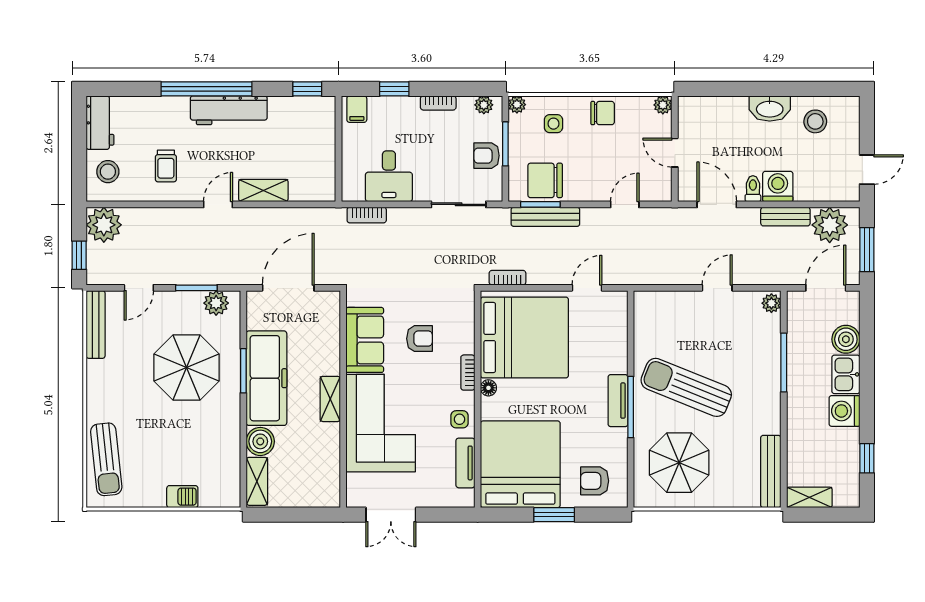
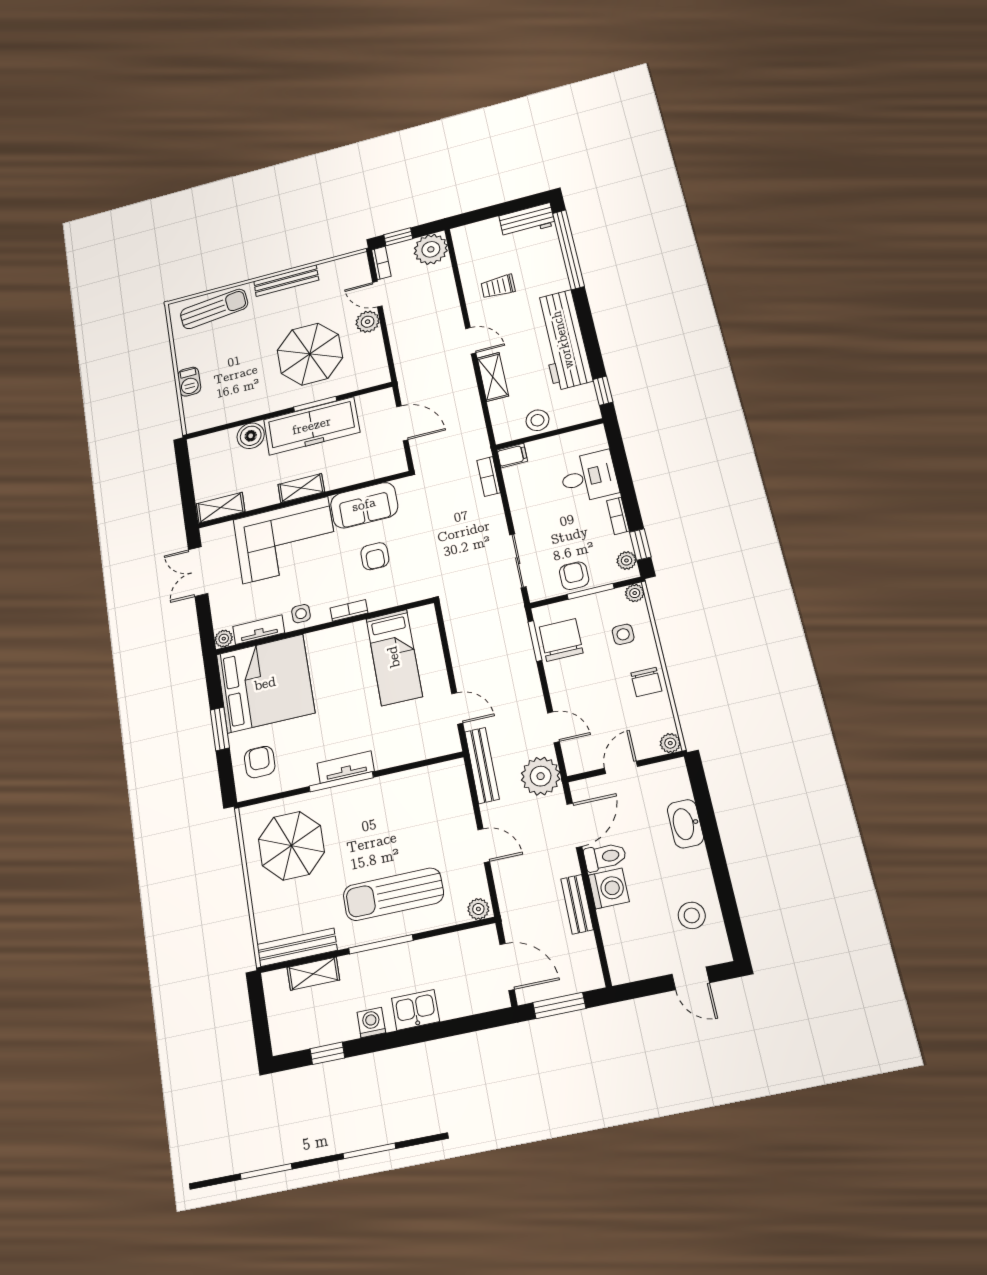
window: (207, 89) -> (568, 250), moved
window: (394, 89) -> (640, 545), moved
washbasin: (770, 108) -> (685, 824), moved
filing cabinet: (357, 109) -> (512, 456), moved, turned 180
workbench: (229, 110) -> (563, 340), width x1.36, depth x1.32
door: (867, 170) -> (691, 978), moved
stool: (108, 172) -> (537, 420), moved
desk: (389, 176) -> (589, 477), moved, turned 180
toilet: (753, 189) -> (605, 857), width x1.37, depth x1.39
bench: (545, 217) -> (482, 765), moved
plant: (830, 225) -> (541, 776), moved
bookcase: (507, 278) -> (381, 263), moved
window: (196, 288) -> (387, 343), removed
door: (288, 288) -> (402, 423), width x0.73
plant: (216, 303) -> (368, 322), moved
bench: (96, 324) -> (286, 281), moved
bed: (524, 338) -> (394, 657), width x0.49
boiler: (846, 339) -> (454, 1002), removed
window: (784, 363) -> (381, 944), moved
sun lounger: (686, 387) -> (393, 894), moved, turned -112
floor lamp: (488, 388) -> (337, 634), removed
washing machine: (844, 411) -> (371, 1023), width x0.73, depth x0.73
sun lounger: (106, 459) -> (214, 309), turned 180
shelving: (257, 481) -> (221, 508), moved
shelving: (809, 497) -> (313, 974), moved, turned 90
plant: (466, 498) -> (224, 639), added

